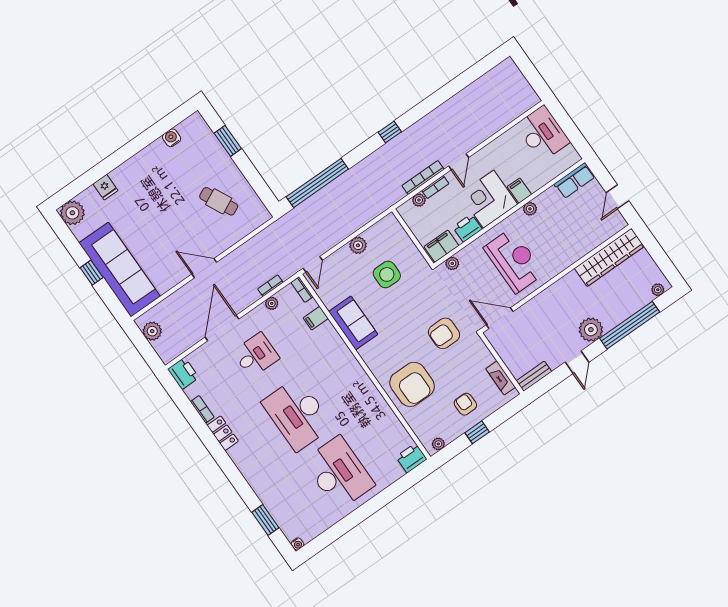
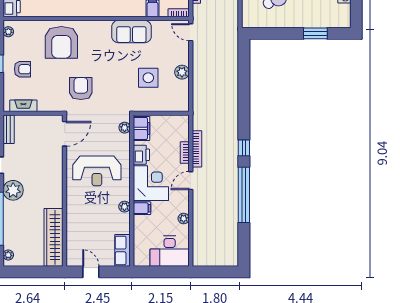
door: (459, 162) -> (191, 181), hinge flipped
window: (317, 183) -> (244, 195), moved
plant: (419, 200) -> (184, 219), moved
armchair: (412, 384) -> (61, 42), turned -90

